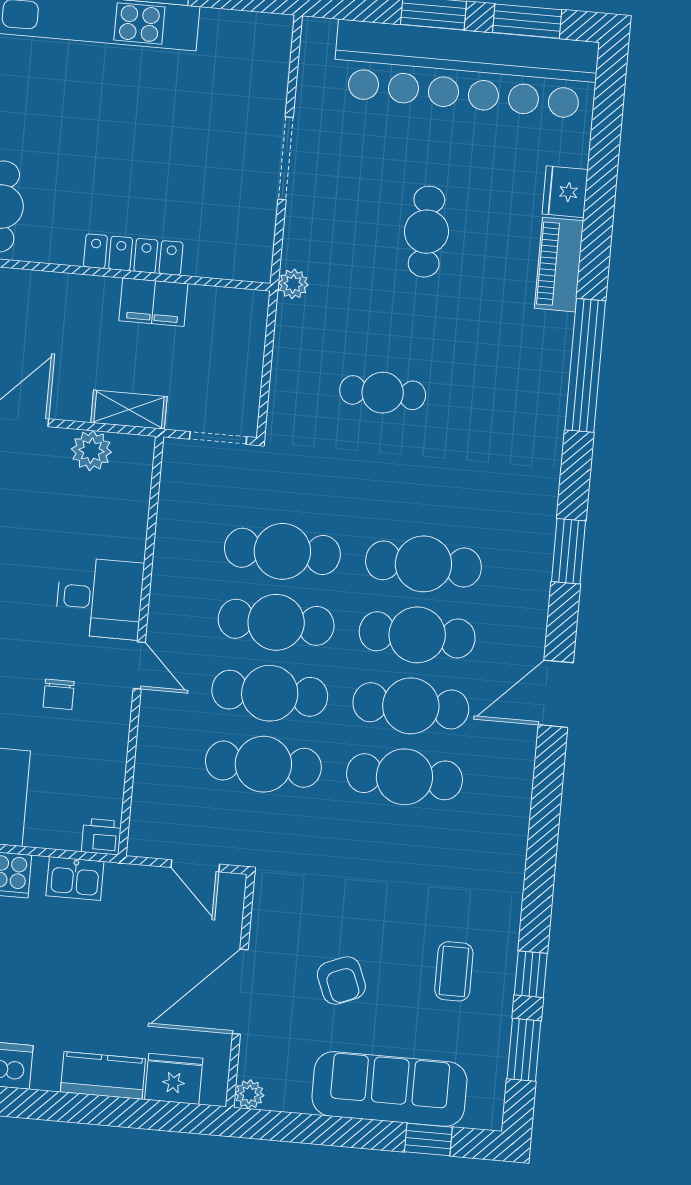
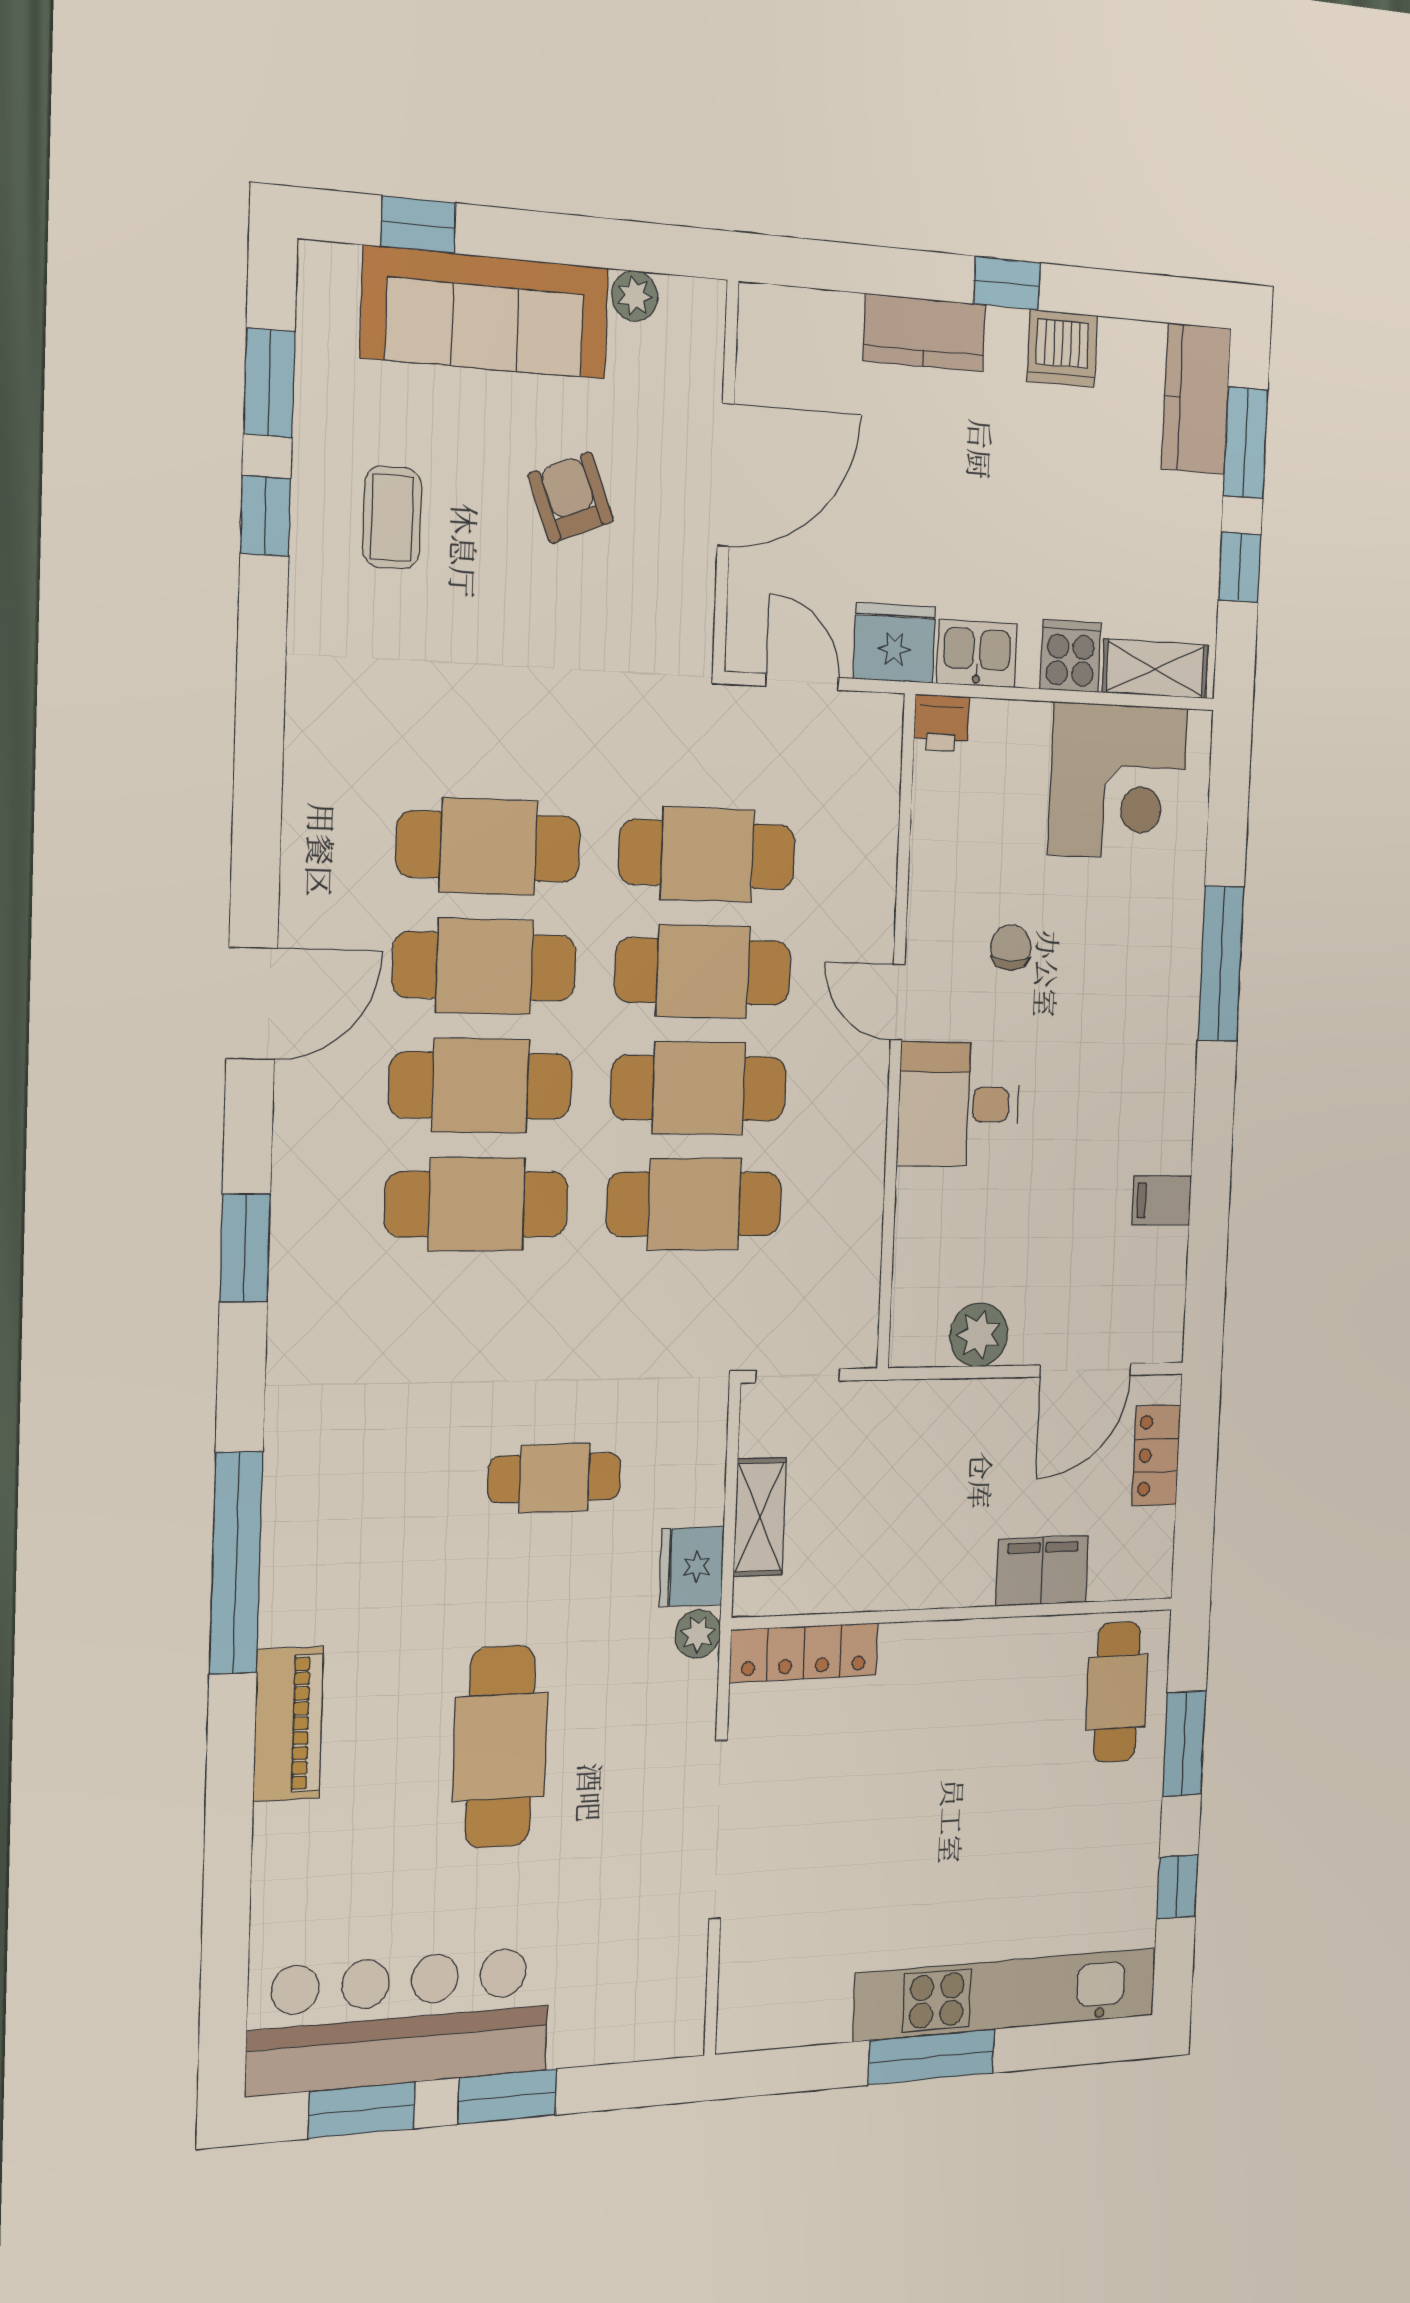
bar counter: (466, 69) -> (399, 2021), width x0.73
doorway: (286, 158) -> (718, 1830), width x1.36
fridge: (565, 192) -> (692, 1567), moved, turned 180
cafe table: (426, 232) -> (500, 1747), width x1.37, depth x1.35
locker: (133, 255) -> (804, 1653), moved
filing cabinet: (153, 302) -> (1042, 1571), moved
shelving: (129, 410) -> (760, 1517), moved, turned 90
fridge: (174, 1079) -> (894, 643), moved, turned 180
plant: (249, 1094) -> (635, 296), moved
window: (45, 1105) -> (1007, 283), added

